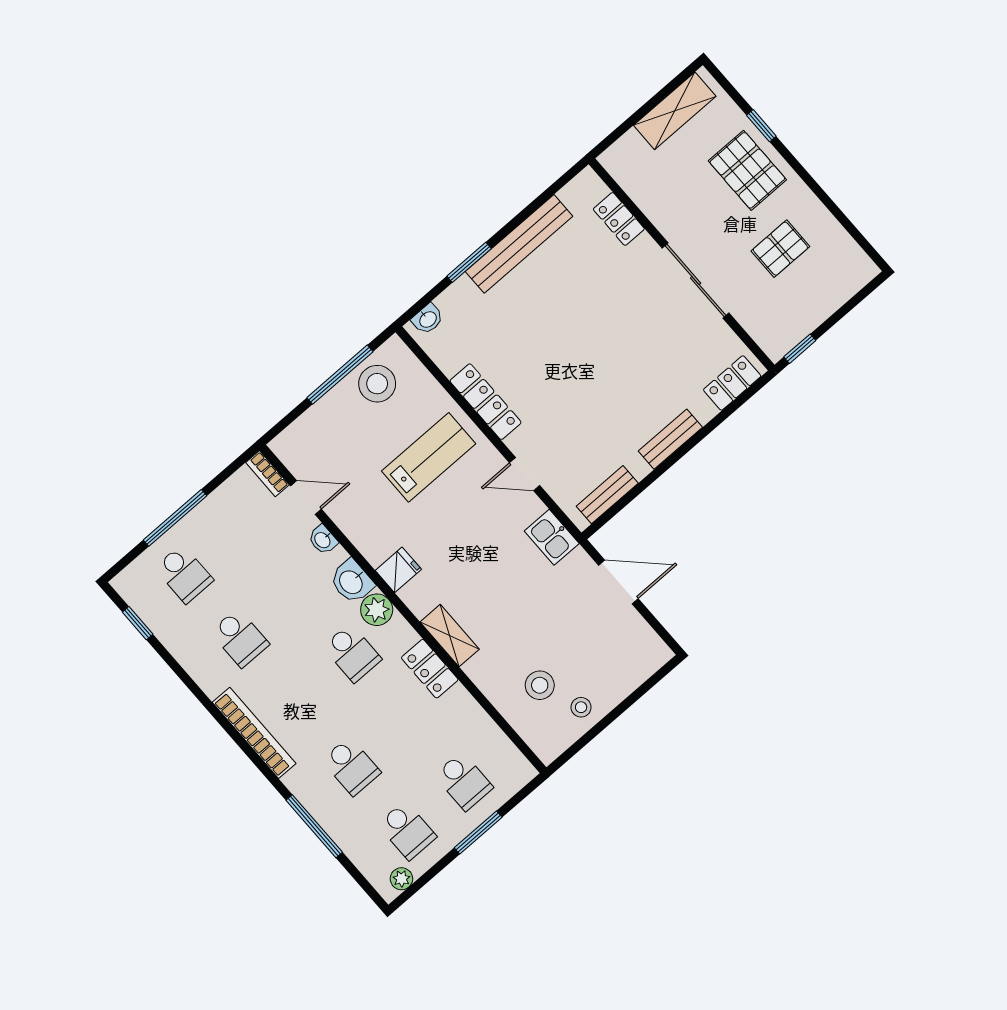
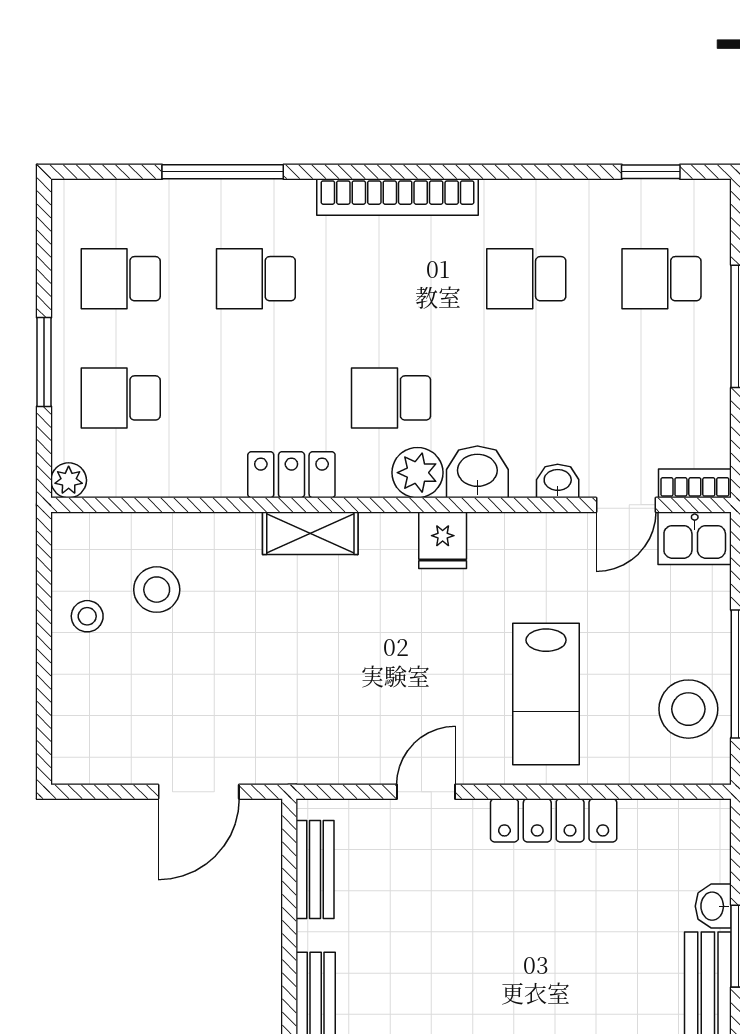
washbasin: (428, 319) -> (713, 906), moved
kitchen sink: (552, 537) -> (695, 538), moved, turned 180
plant: (401, 879) -> (69, 480), moved

